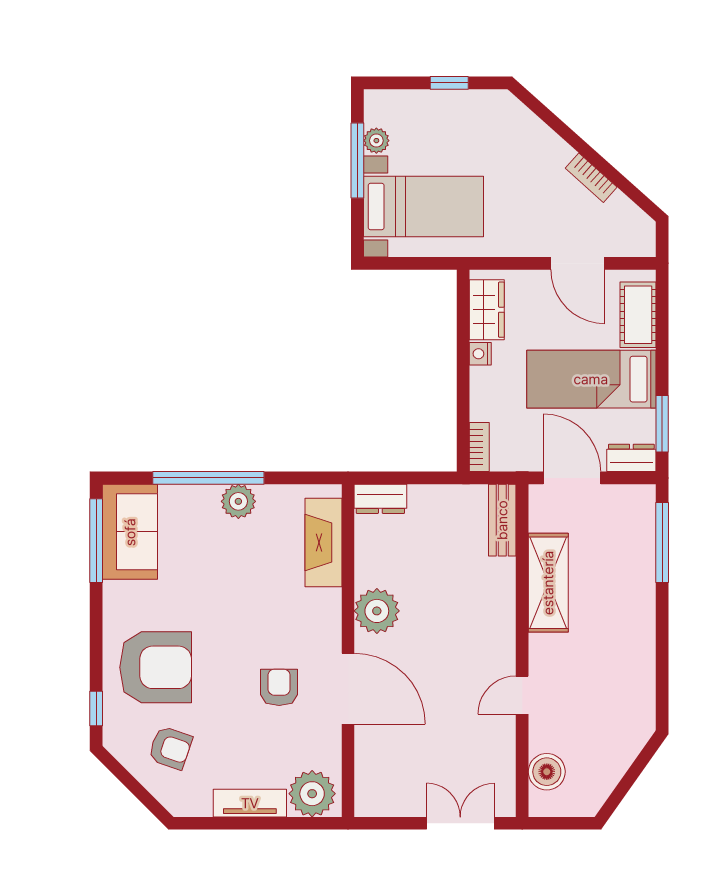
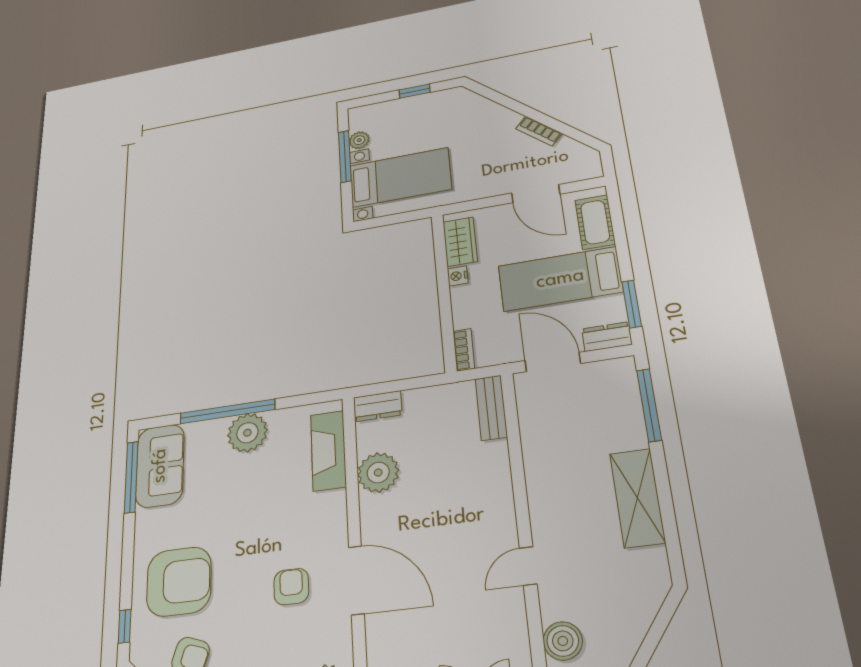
plant: (238, 501) -> (247, 433), width x1.36, depth x1.36
shelving: (548, 583) -> (637, 498), moved
plant: (377, 611) -> (378, 473), moved

